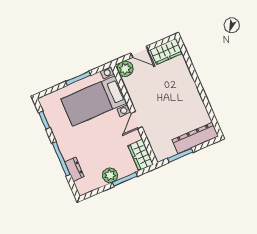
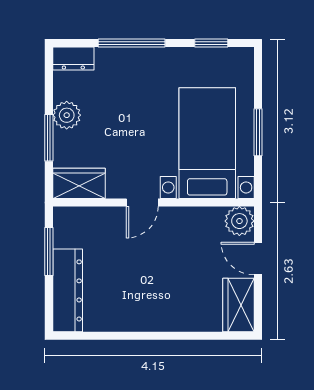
door: (140, 52) -> (258, 259), hinge flipped
door: (137, 120) -> (142, 202), swing flipped
dresser: (74, 169) -> (73, 59), moved

